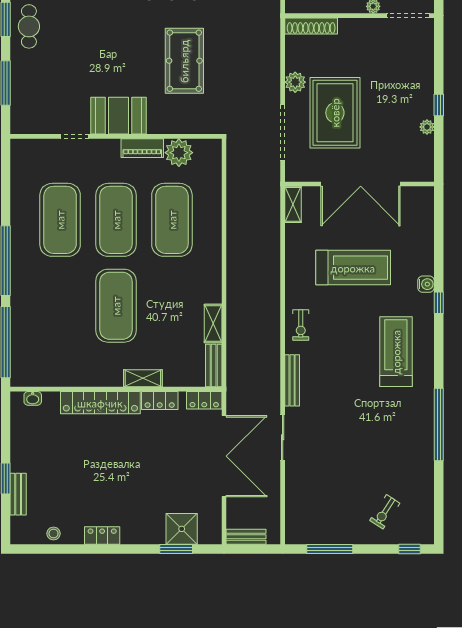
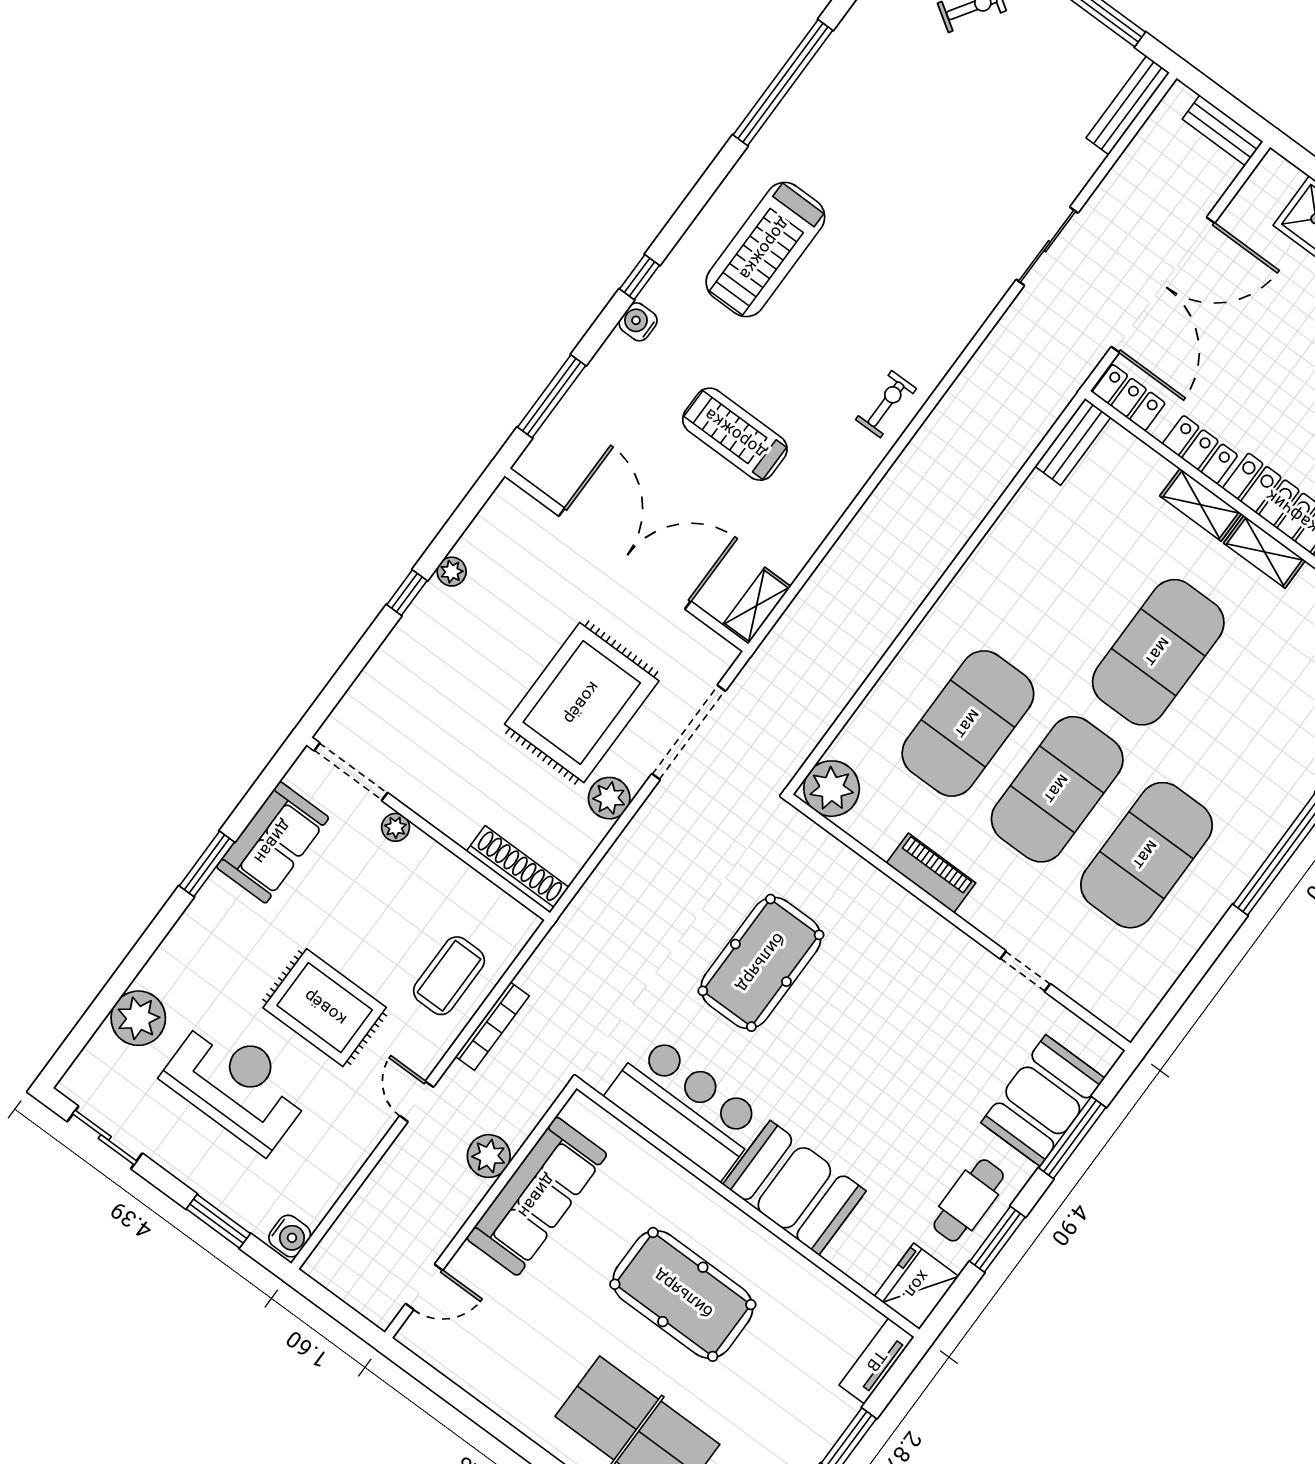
booth: (119, 116) -> (1043, 1100), moved, turned 90
plant: (179, 153) -> (832, 789), moved
window: (439, 228) -> (552, 396), added
treadmill: (353, 268) -> (735, 434), width x0.73, depth x0.73
shelving: (213, 324) -> (1264, 552), moved, turned 90
bench: (292, 380) -> (1128, 105), moved
double door: (224, 456) -> (1163, 285), swing flipped

